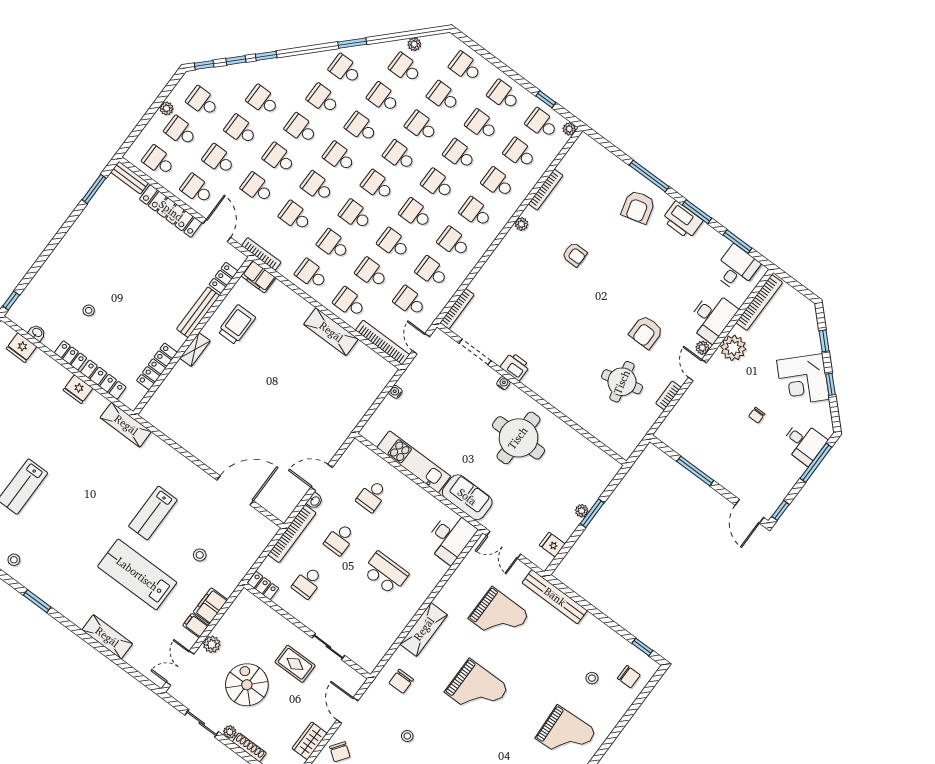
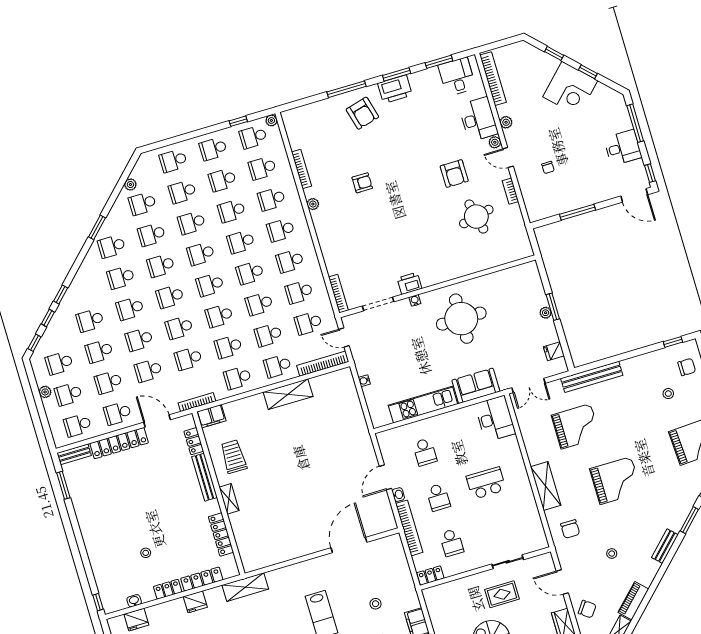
plant: (733, 348) -> (506, 122), width x0.53, depth x0.53
chair: (757, 415) -> (548, 167), moved
desk: (804, 443) -> (623, 148), moved

